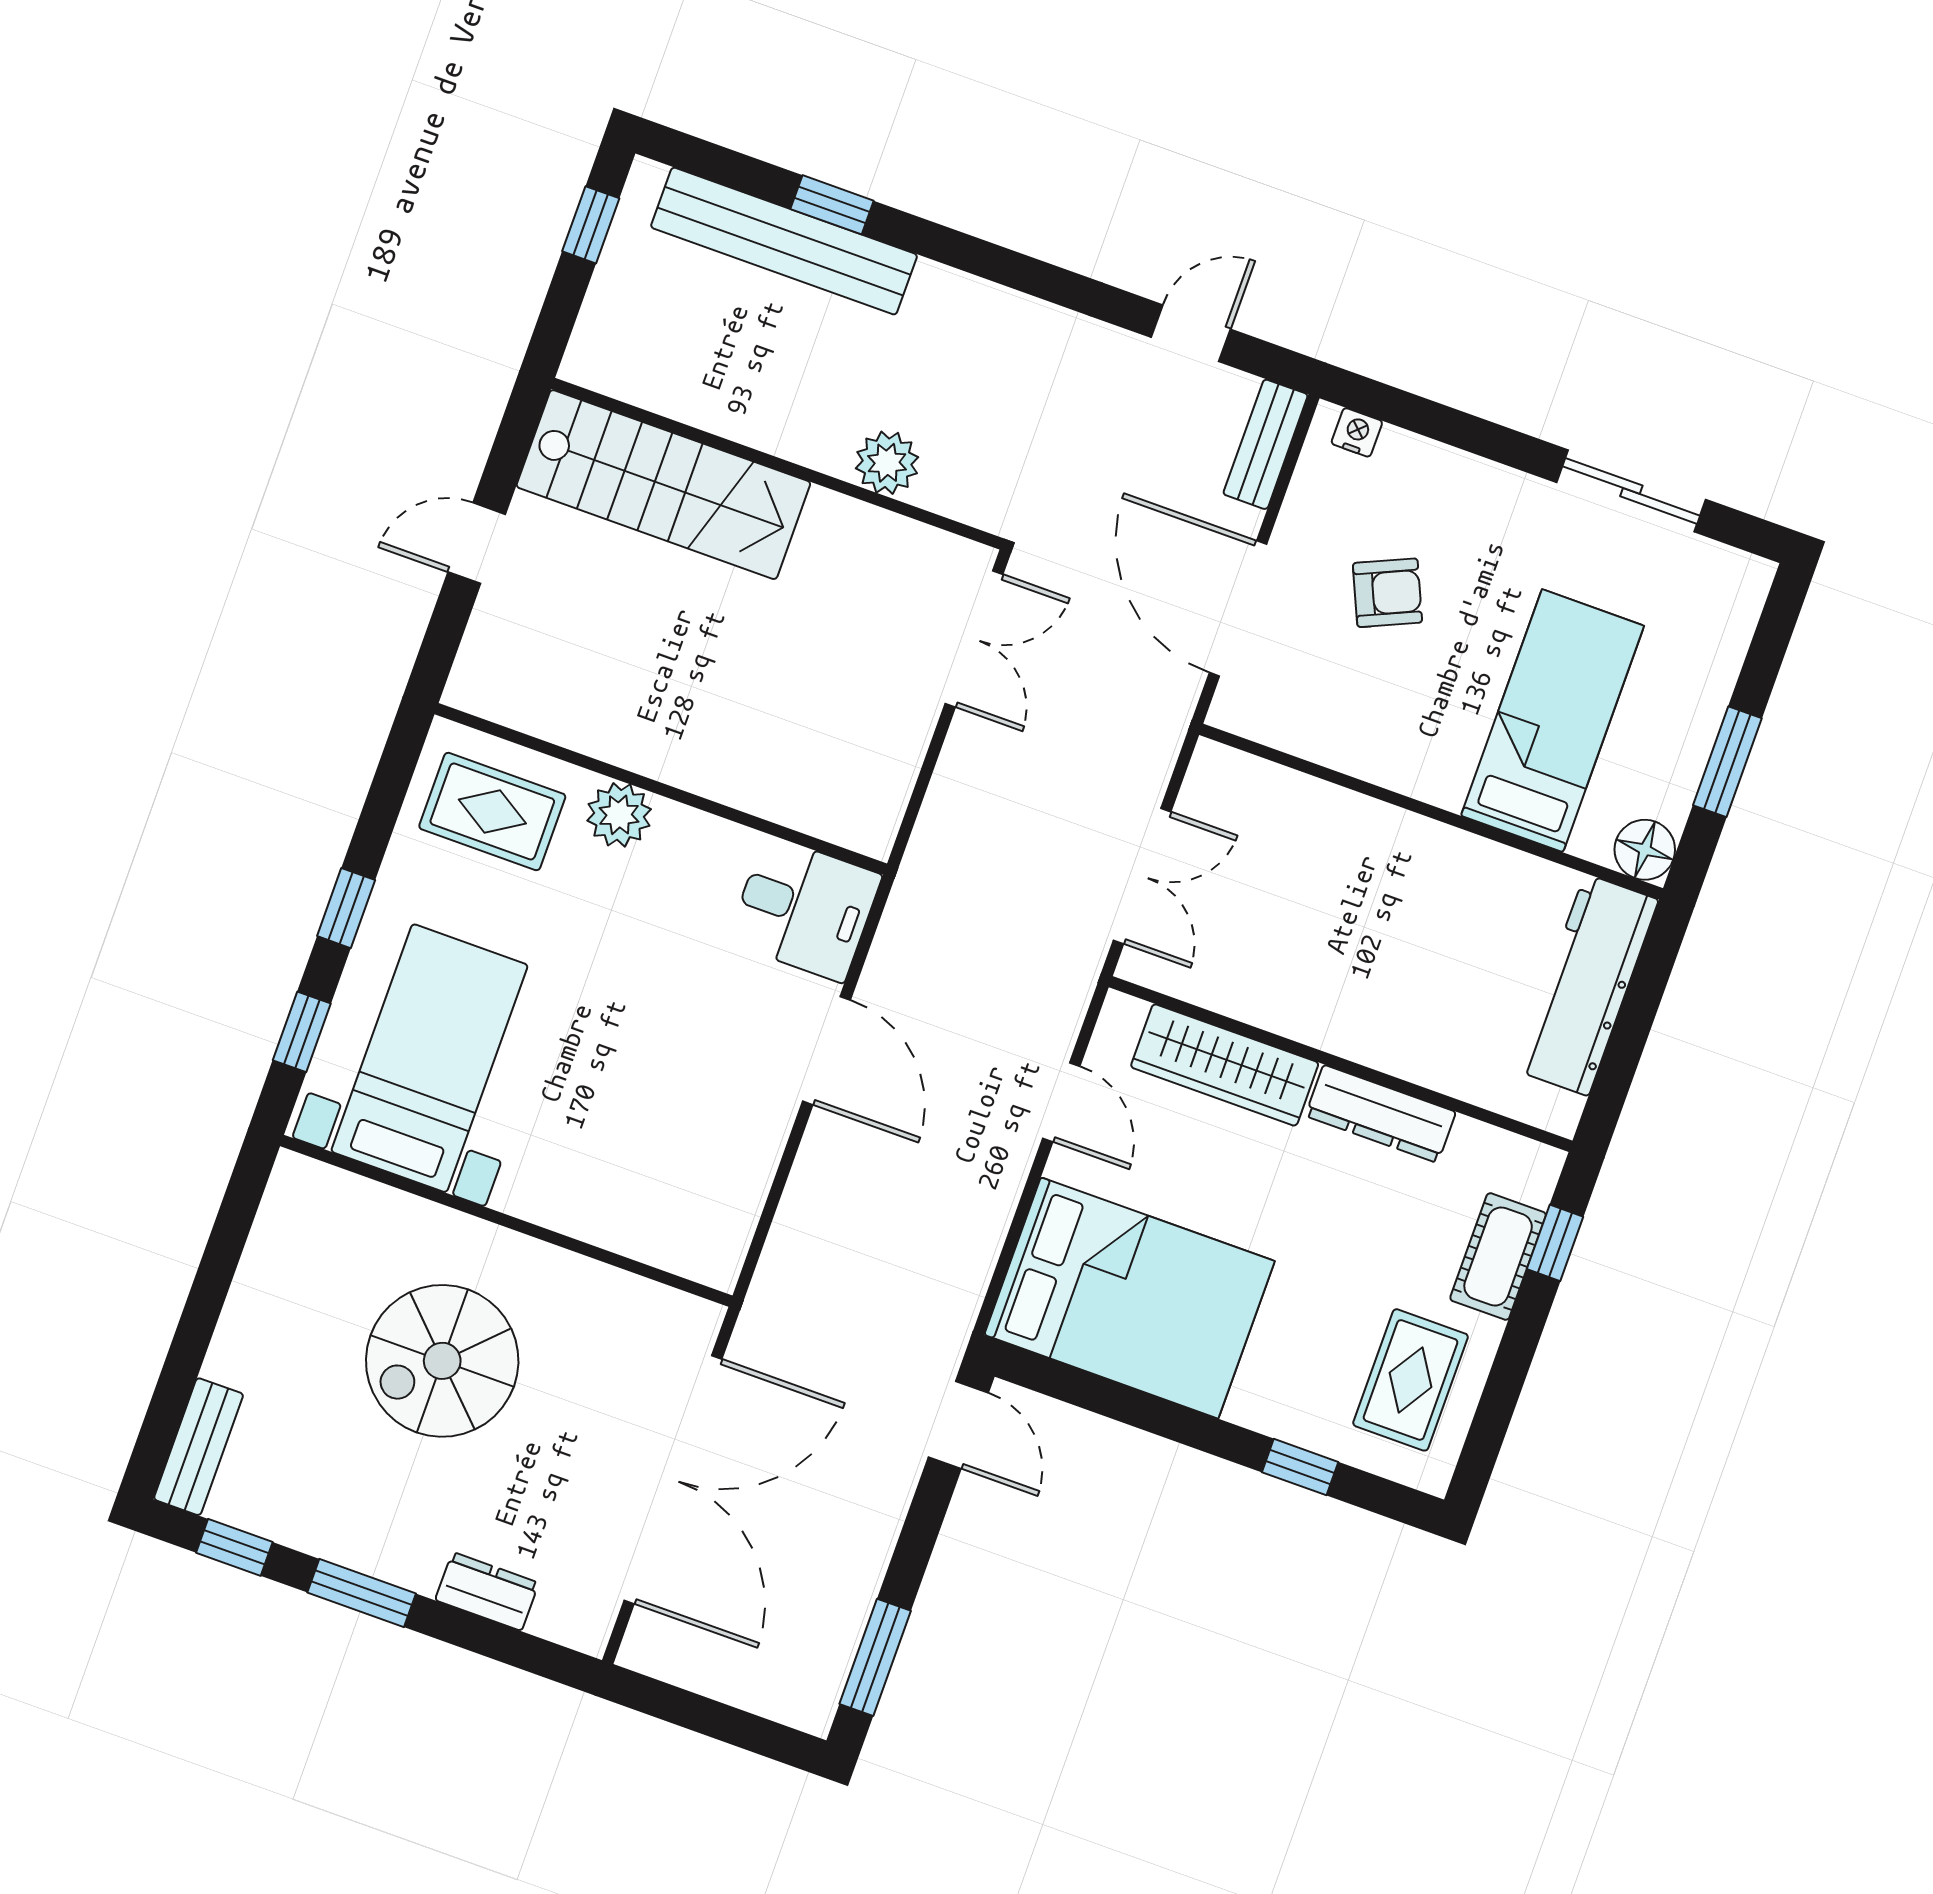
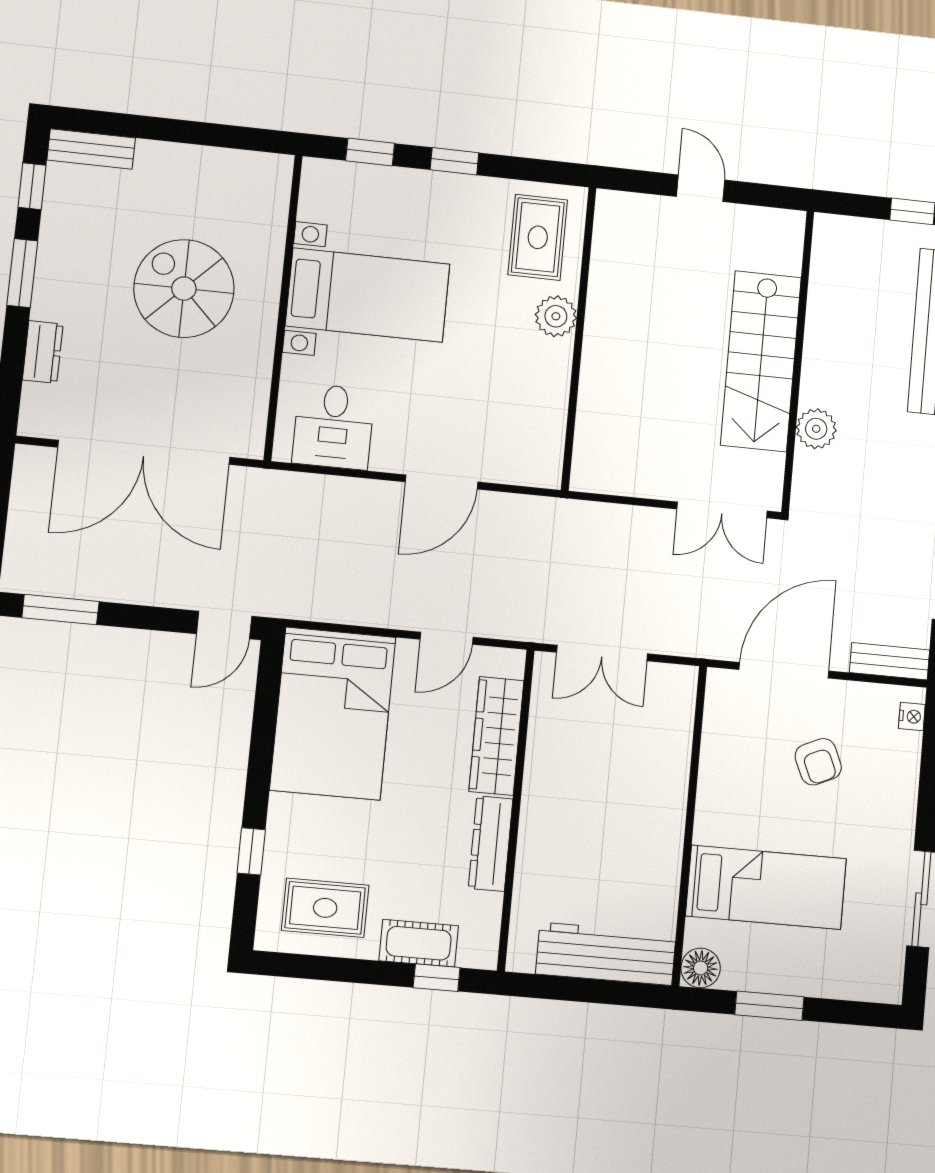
stairs: (663, 485) -> (761, 361), moved
desk: (804, 908) -> (333, 426), moved
bed with nightstands: (429, 1058) -> (368, 295), moved

